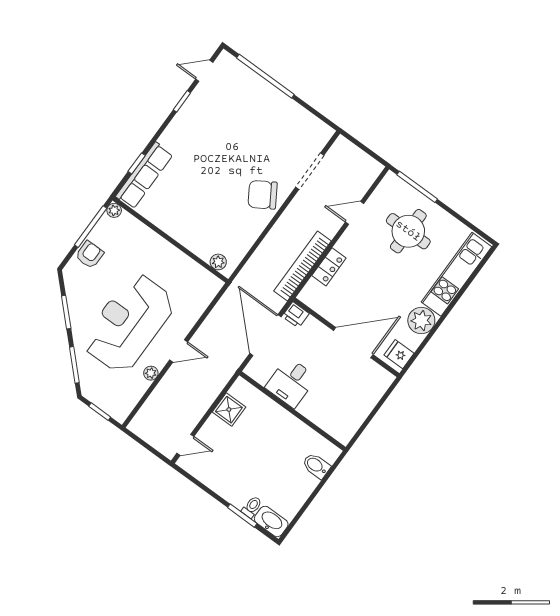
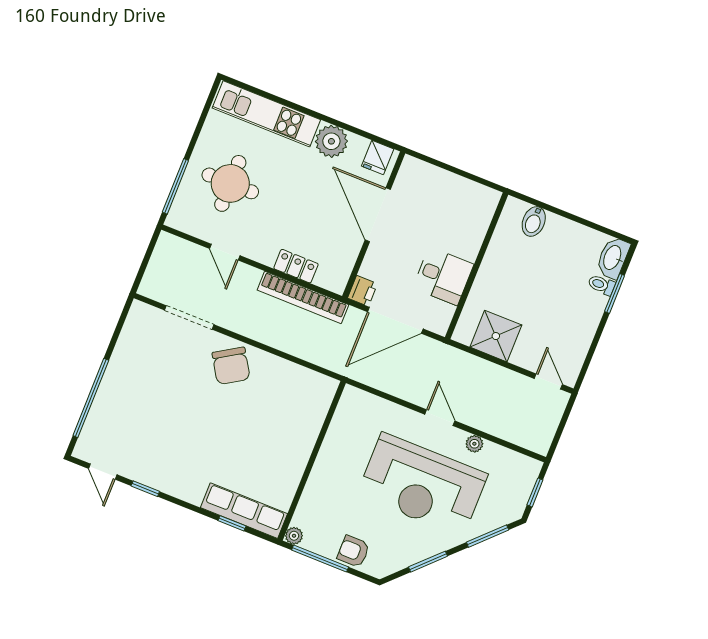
plant: (218, 262) -> (323, 398), removed
shower: (229, 410) -> (496, 336), width x1.36, depth x1.36

